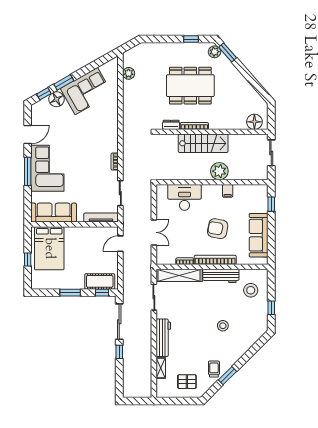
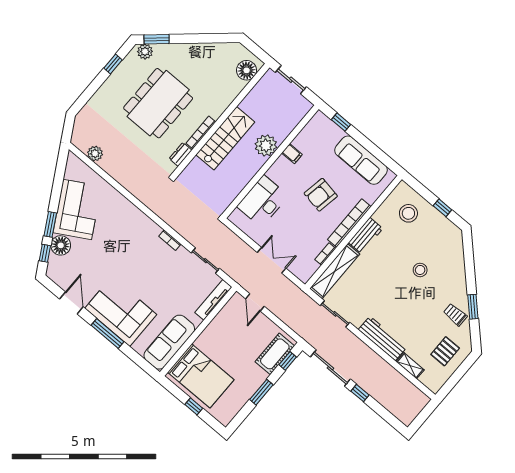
workbench: (221, 276) -> (366, 235), width x0.73

